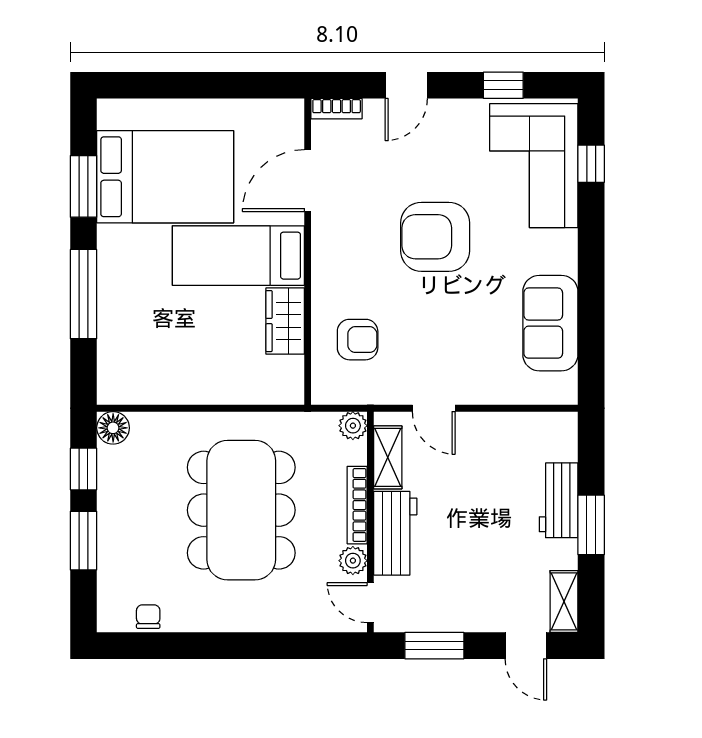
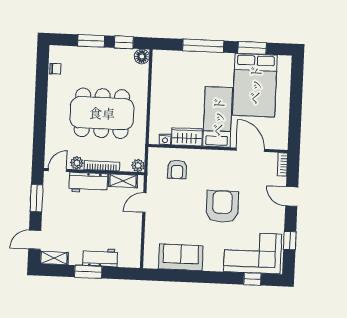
nightstand: (293, 369) -> (165, 139), added

